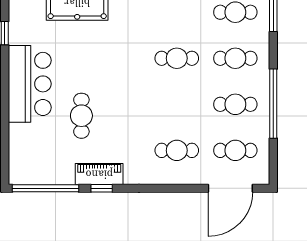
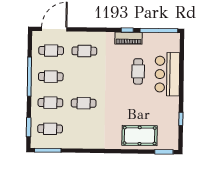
bar counter: (30, 84) -> (167, 74), moved

